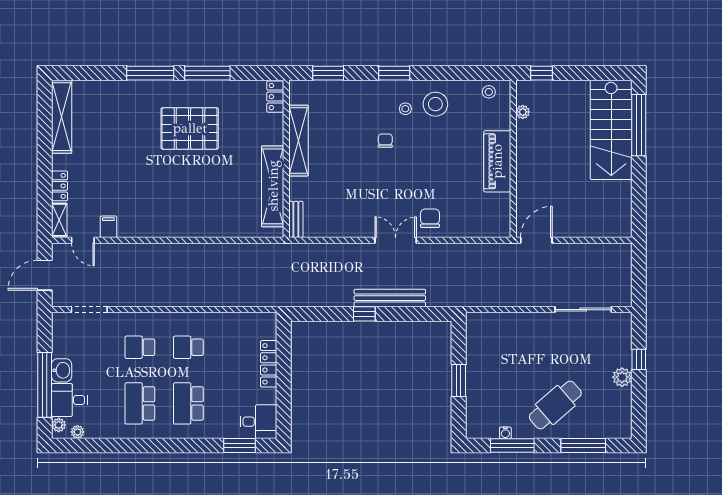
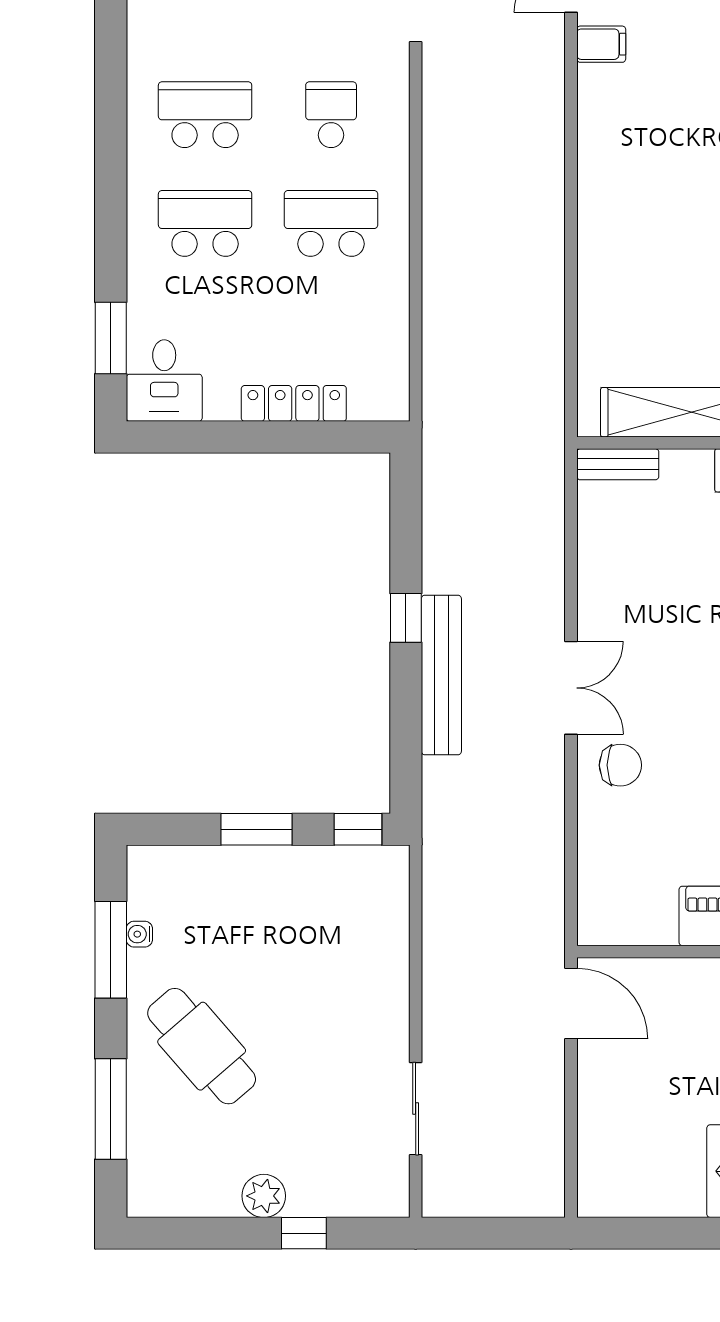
sliding door: (583, 310) -> (416, 1109), width x0.73
window: (459, 335) -> (358, 829), added
school desk: (188, 347) -> (331, 223), width x1.85

